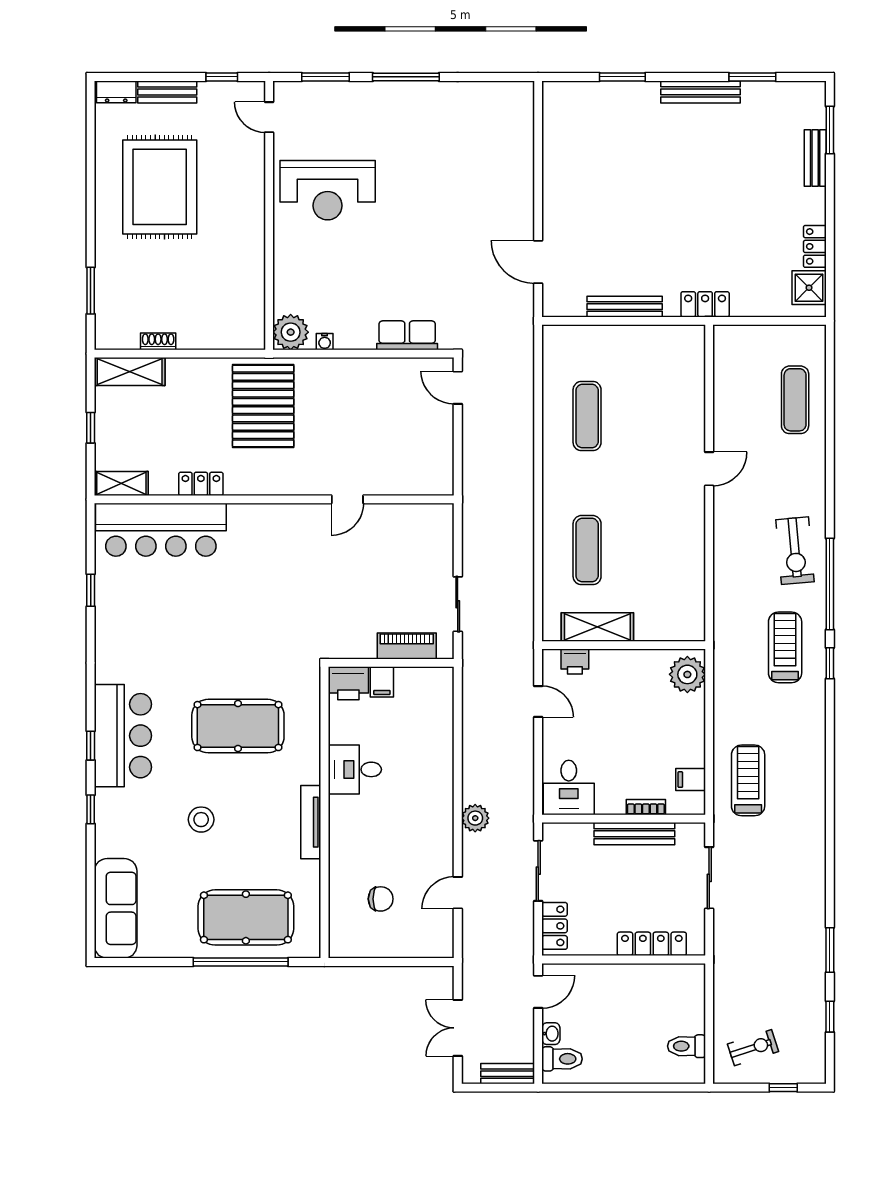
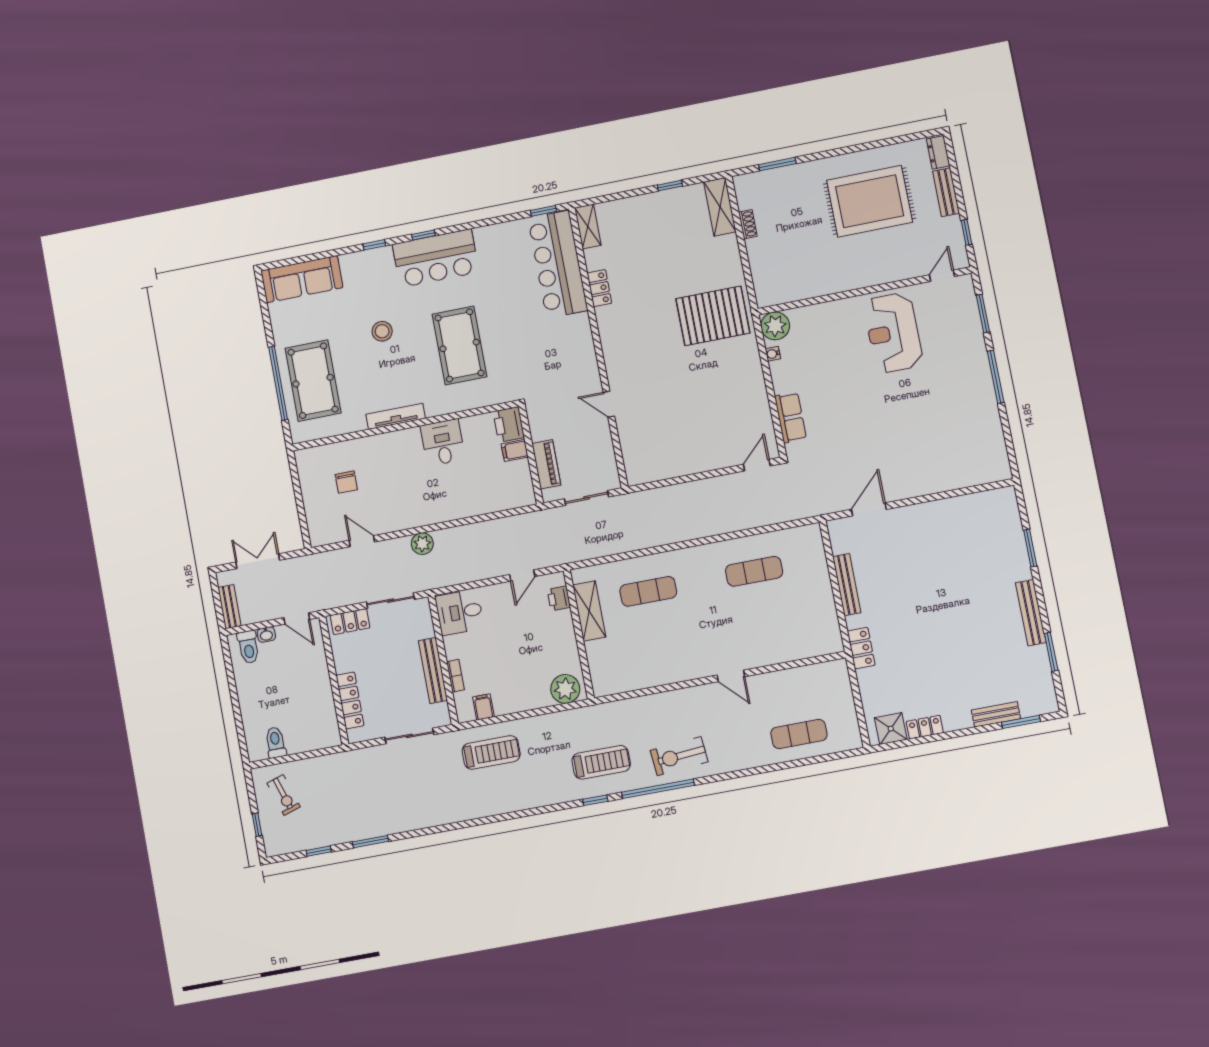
shelving: (121, 484) -> (588, 227), moved
locker: (201, 484) -> (599, 288), moved
wall: (274, 499) -> (598, 347), moved
door: (347, 499) -> (609, 404), moved
bar counter: (161, 530) -> (558, 264), moved

